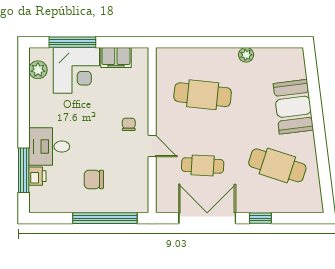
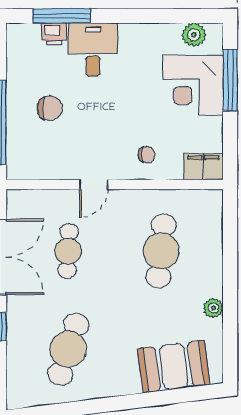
filing cabinet: (116, 57) -> (203, 167), moved, turned 90
booth: (293, 107) -> (174, 367), moved
chair: (129, 124) -> (147, 155), moved
chair: (94, 179) -> (50, 108), turned 90

